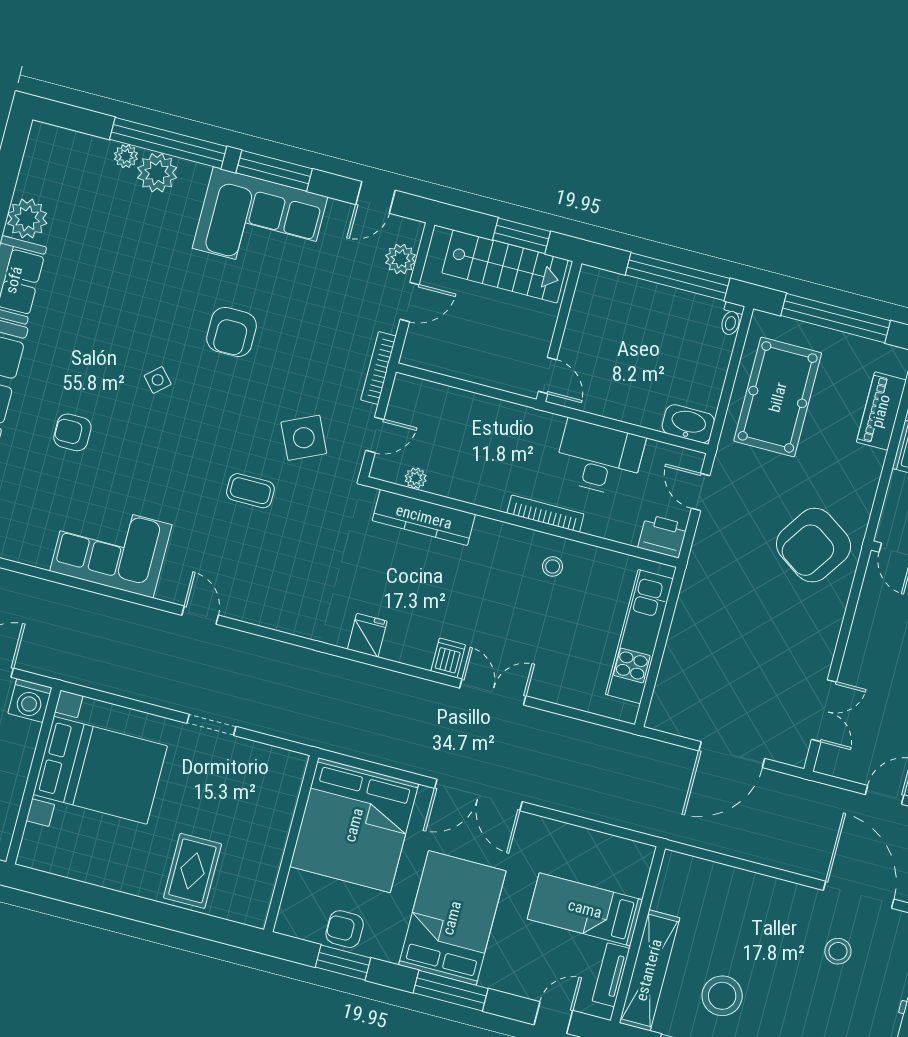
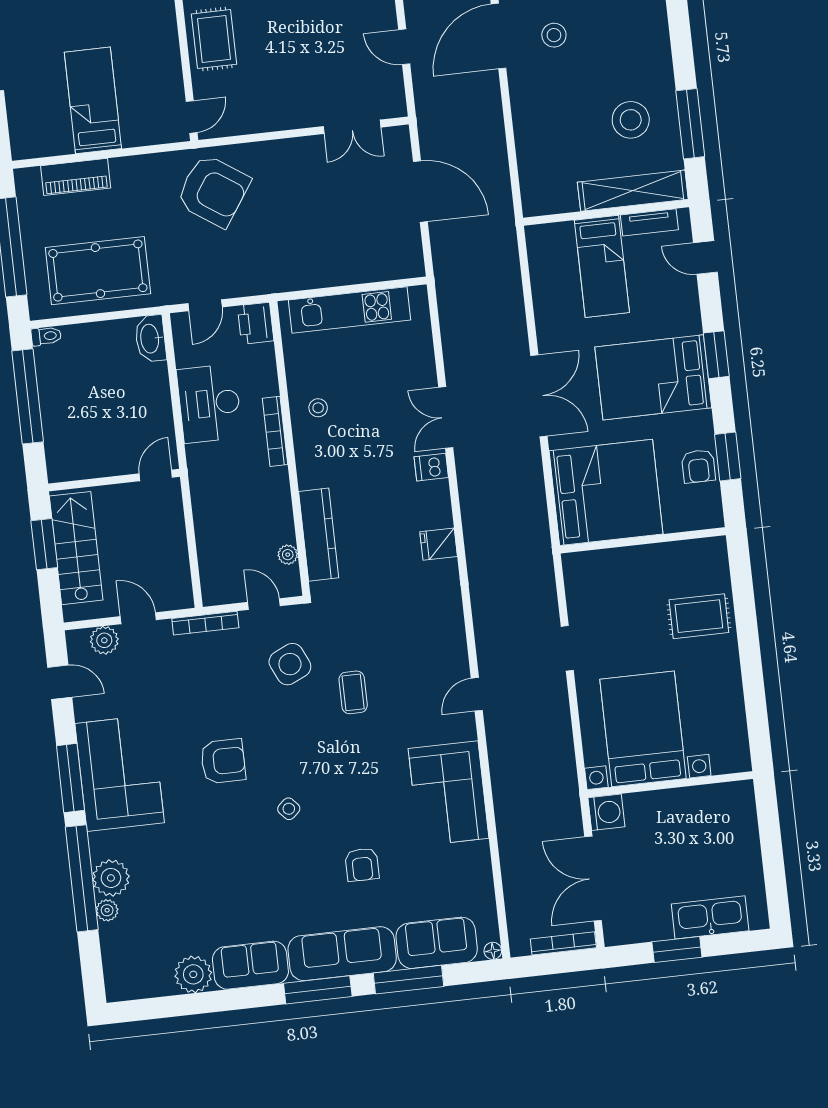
double door: (824, 711) -> (352, 127), swing flipped
window: (451, 991) -> (716, 355), width x0.69

